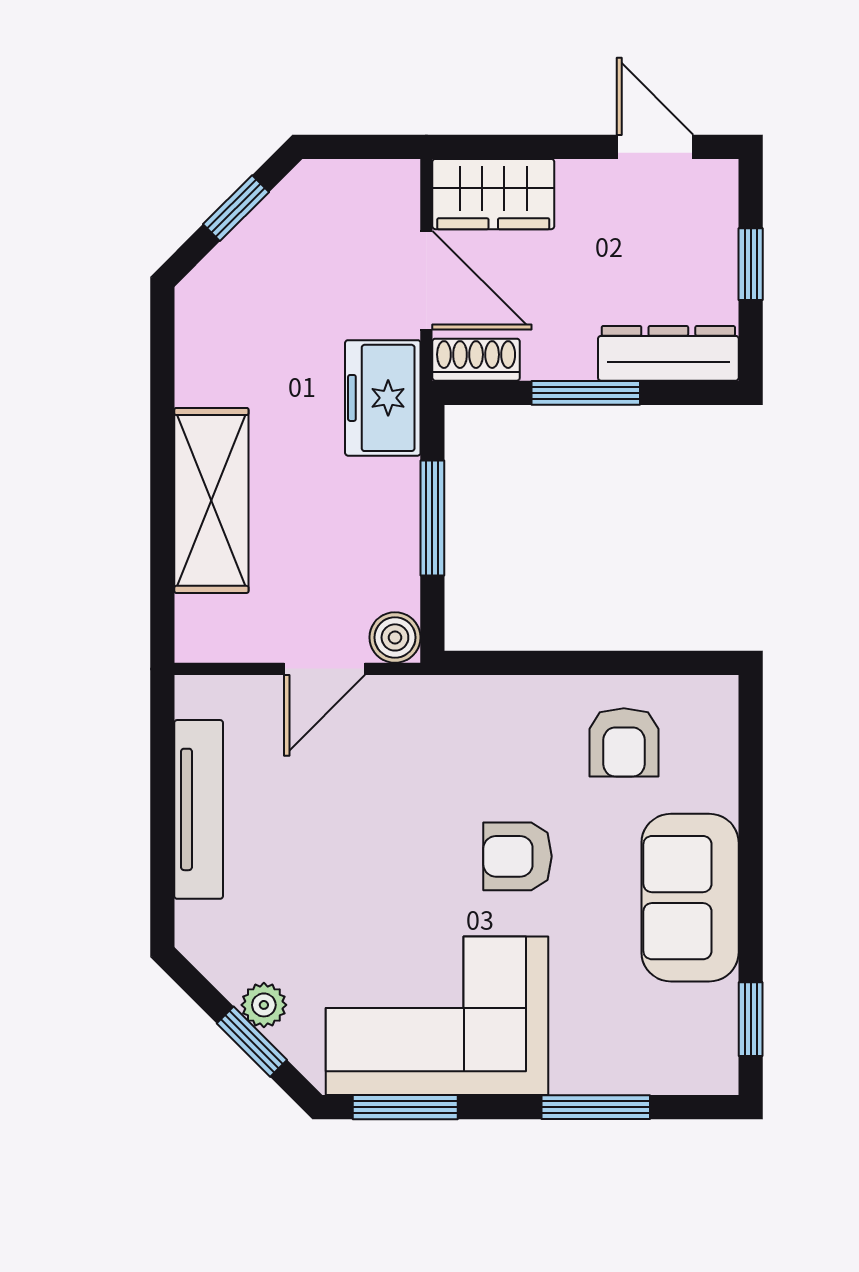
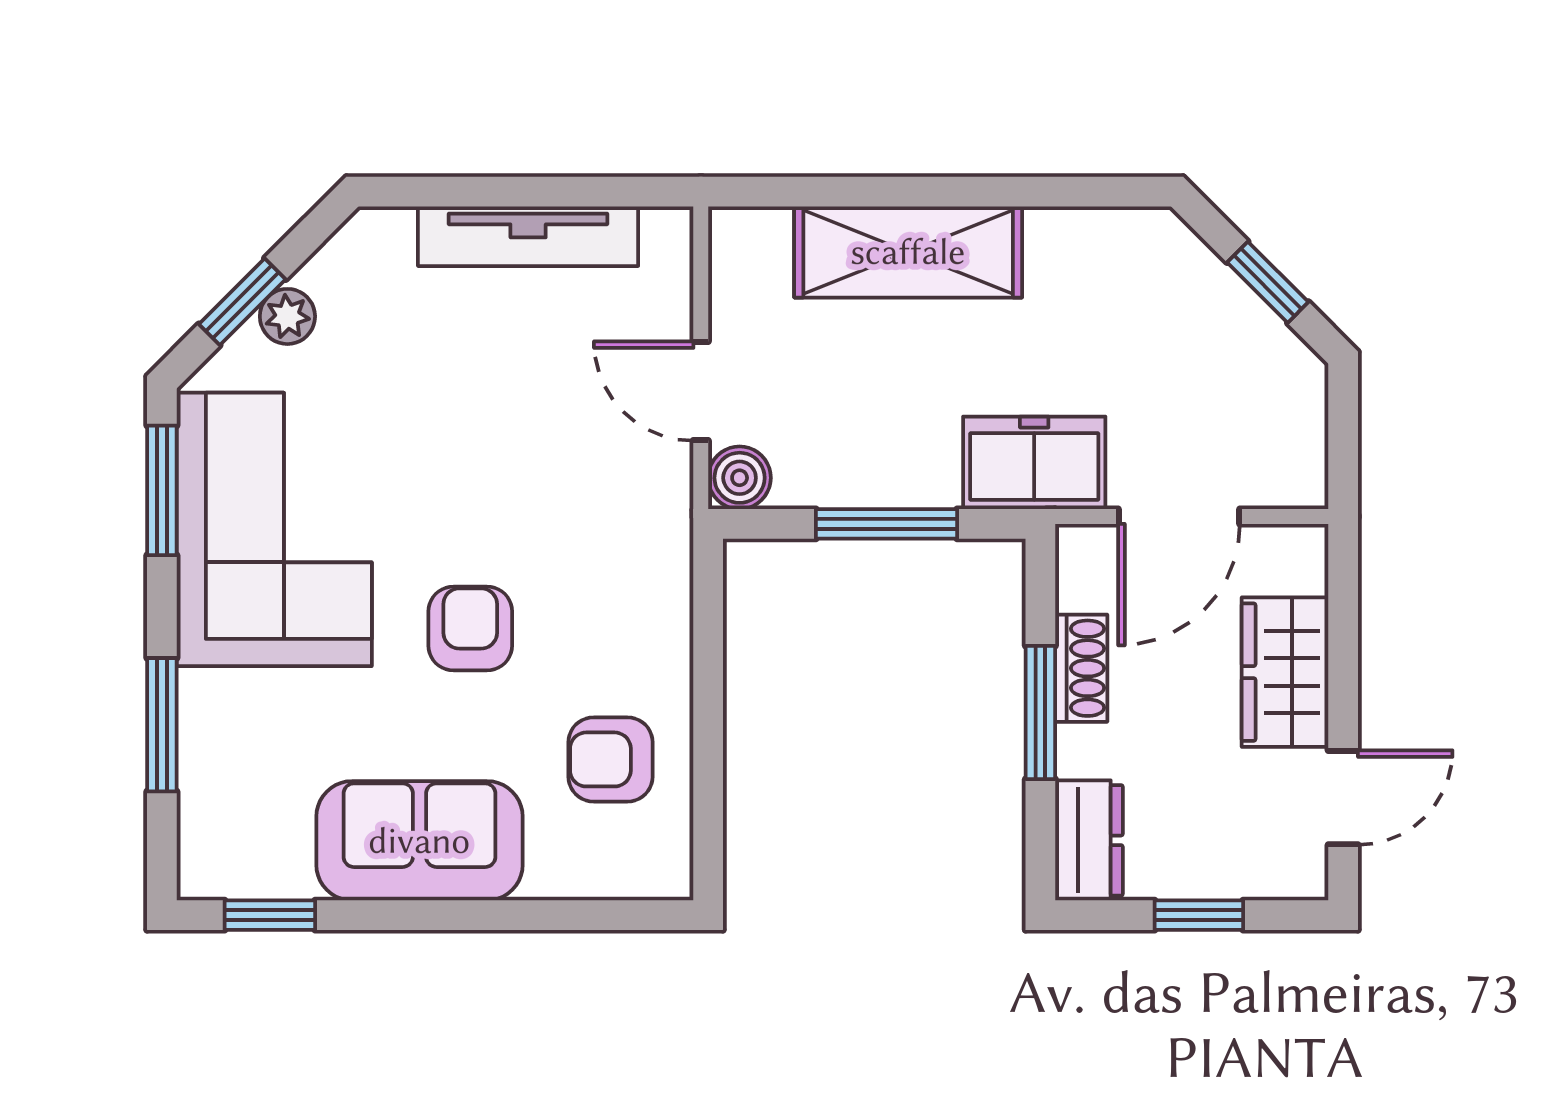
wardrobe: (493, 194) -> (1285, 672), moved
dresser: (668, 353) -> (1089, 840), width x0.70
shoe rack: (476, 360) -> (1081, 668), moved

